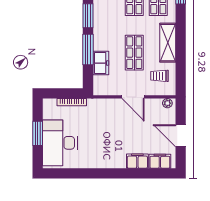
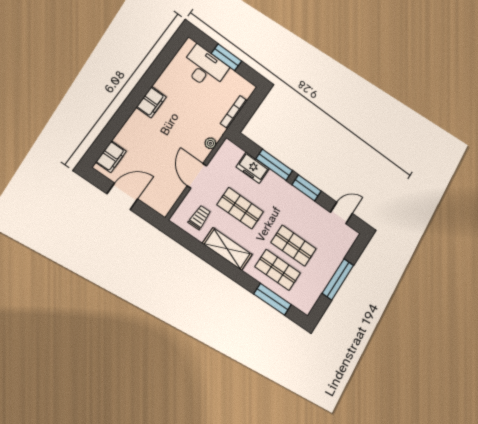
door: (133, 97) -> (197, 176), hinge flipped
plant: (167, 103) -> (210, 143), moved
desk: (60, 143) -> (205, 68), width x0.73, depth x0.77
filing cabinet: (137, 161) -> (151, 102), moved

